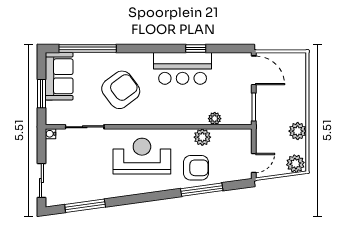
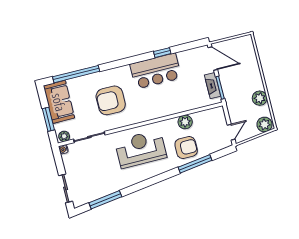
armchair: (121, 90) -> (111, 100), turned -143
fireplace: (245, 102) -> (212, 86), added
plant: (215, 119) -> (64, 136), moved

